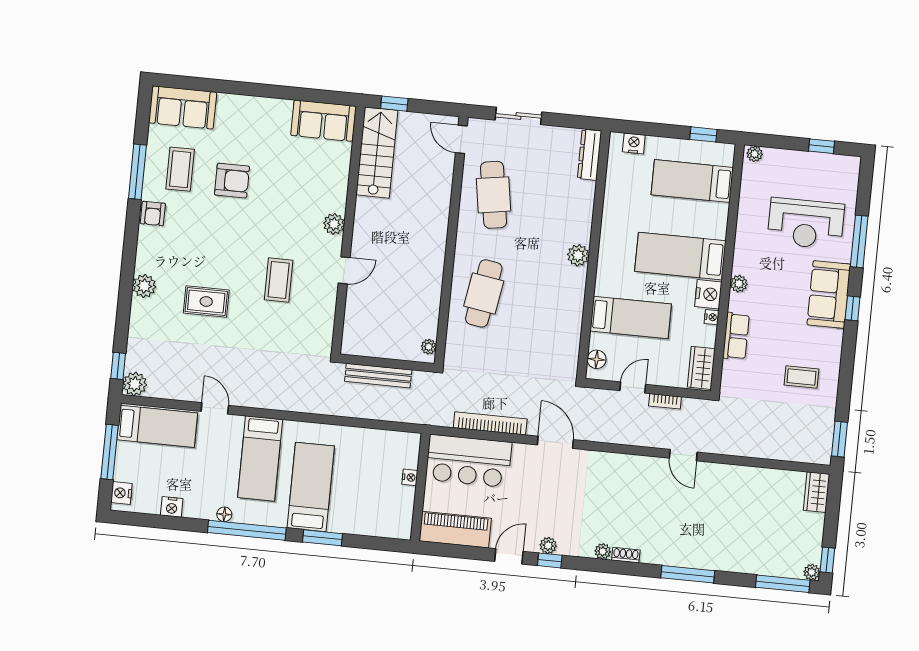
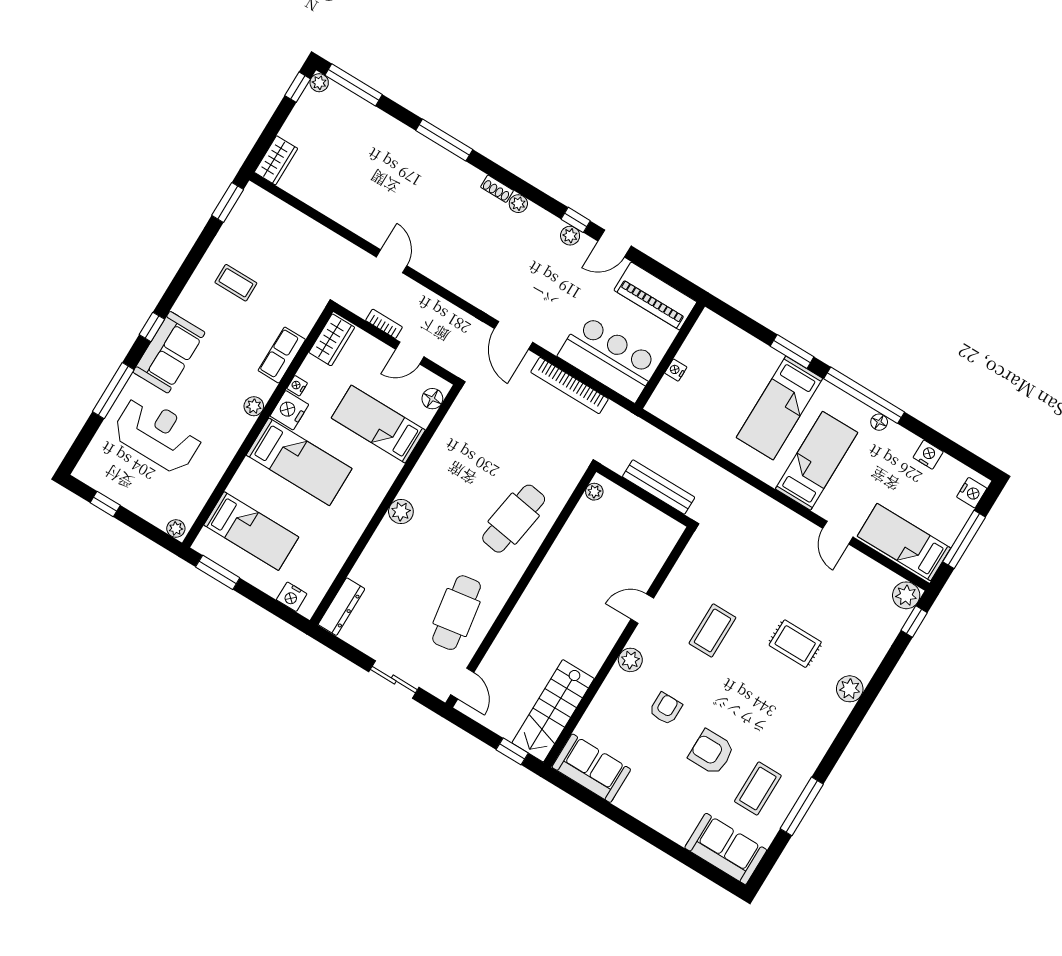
window: (703, 134) -> (218, 572), width x1.50
armchair: (153, 214) -> (666, 709), moved

